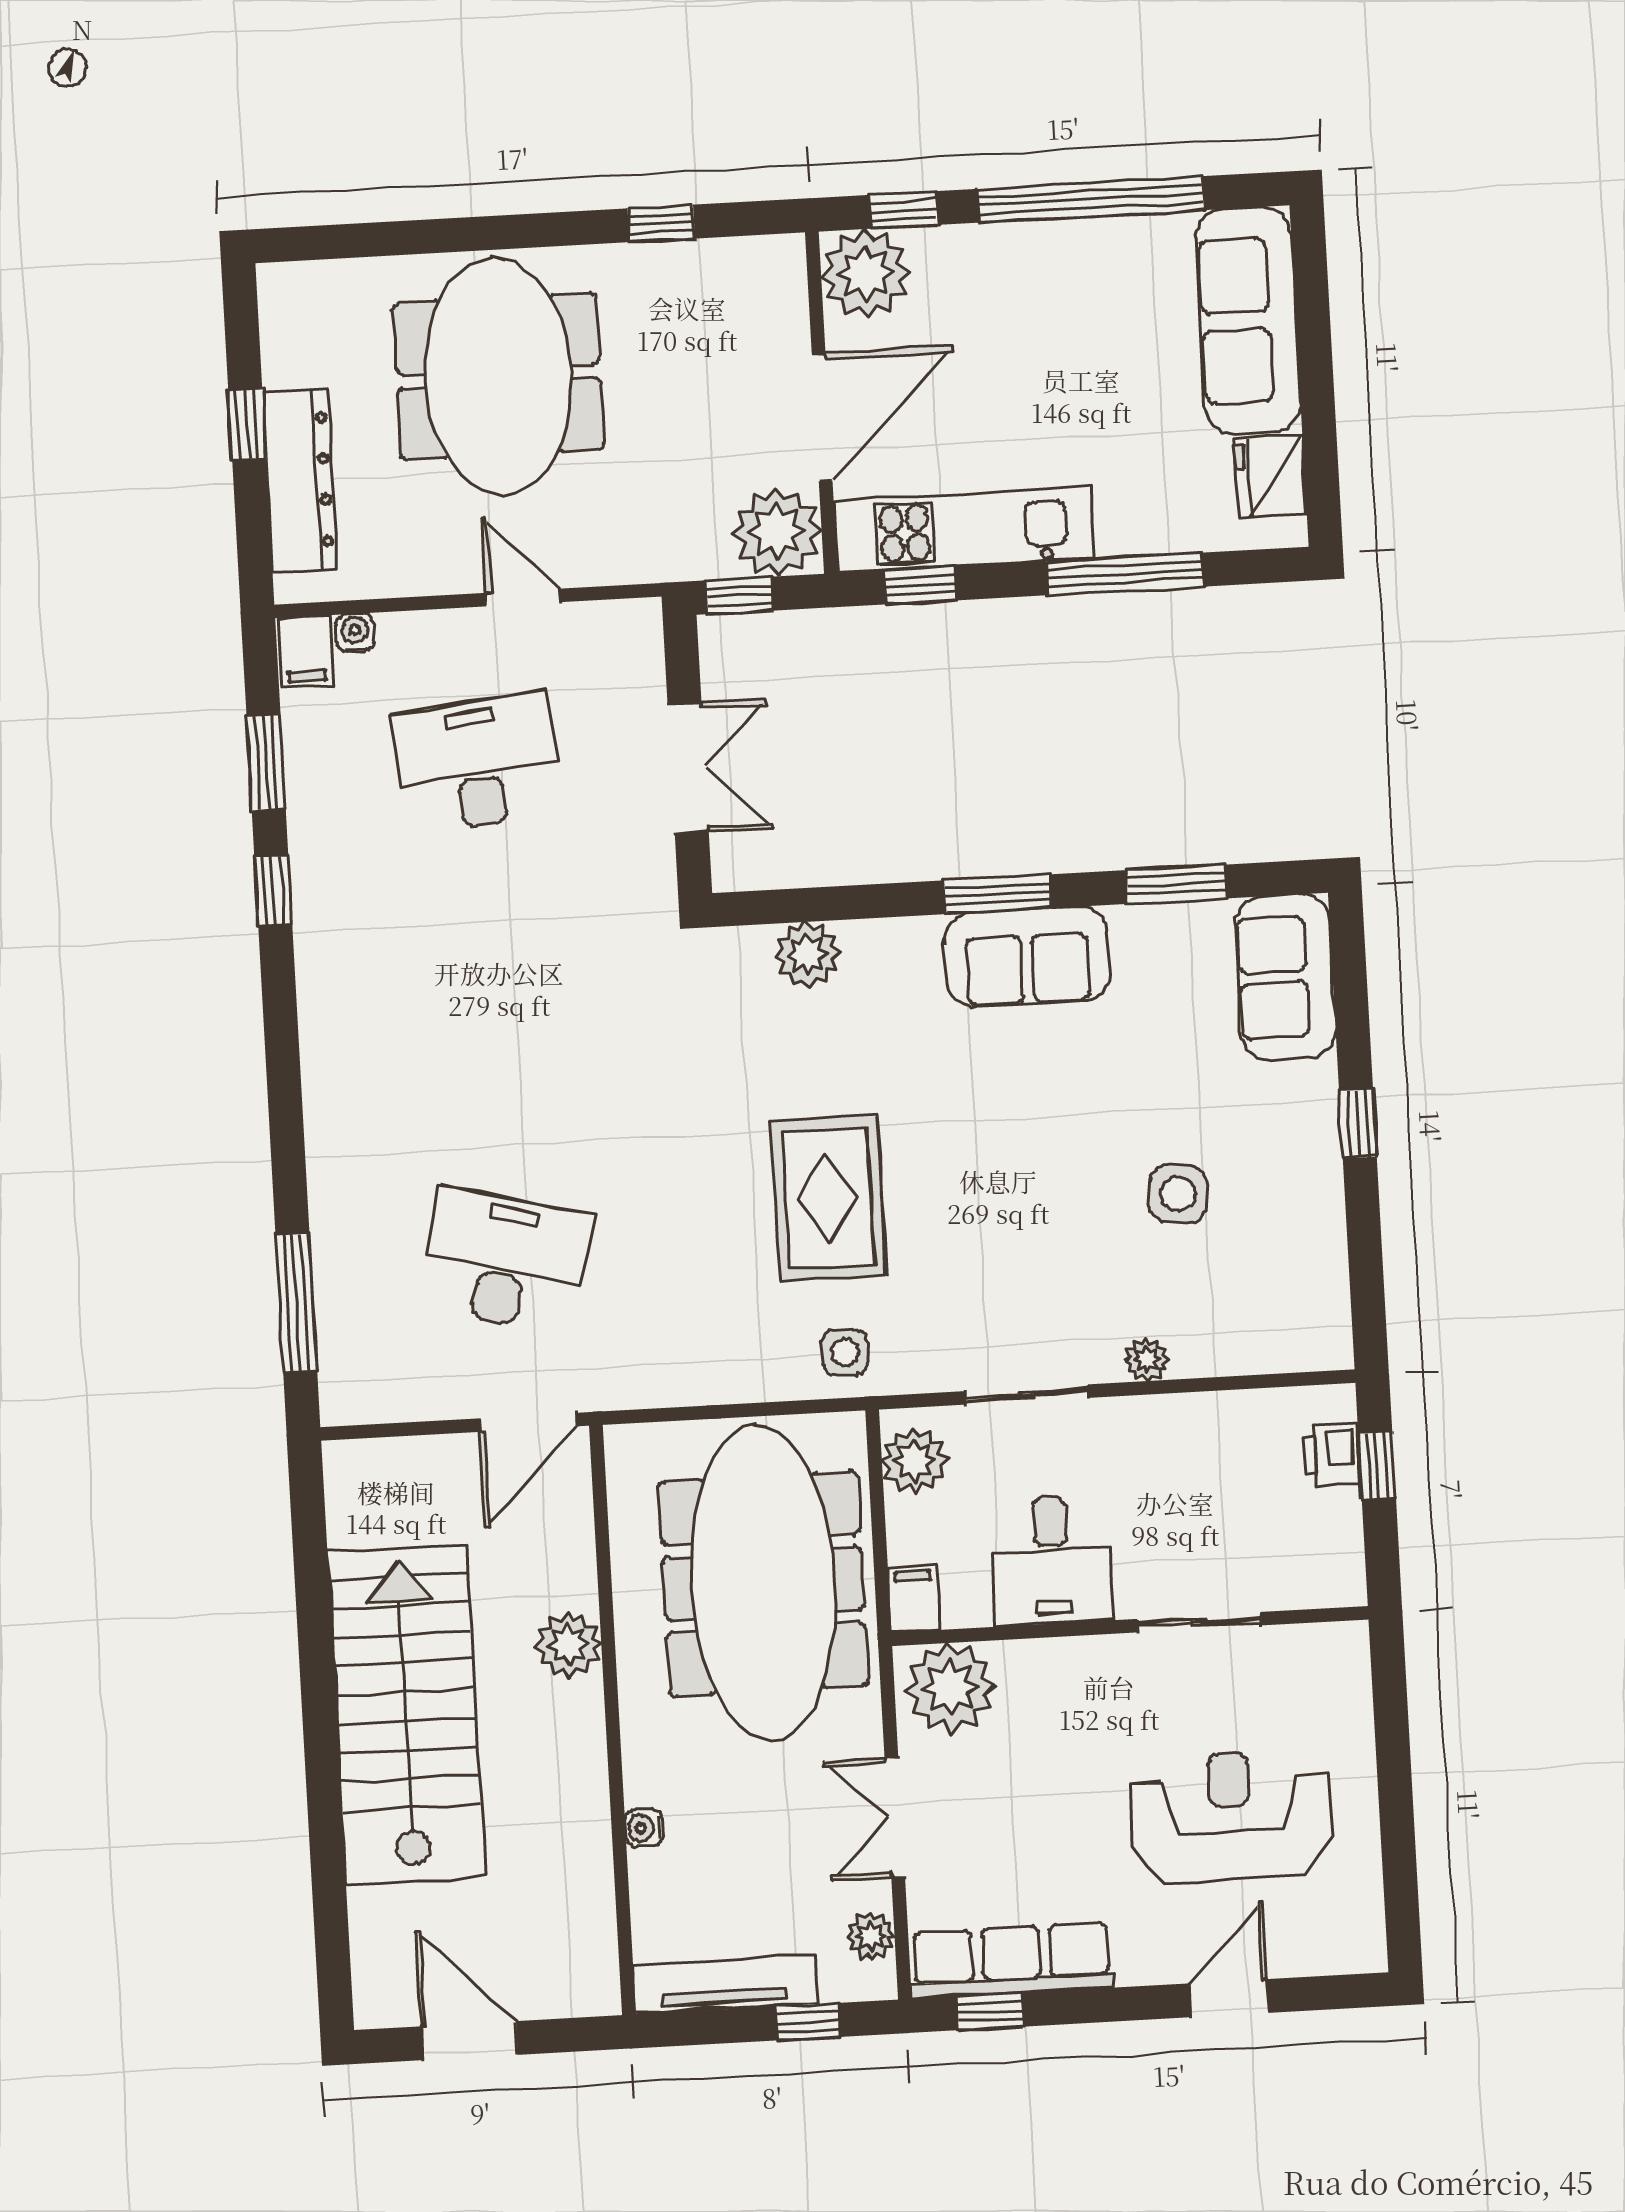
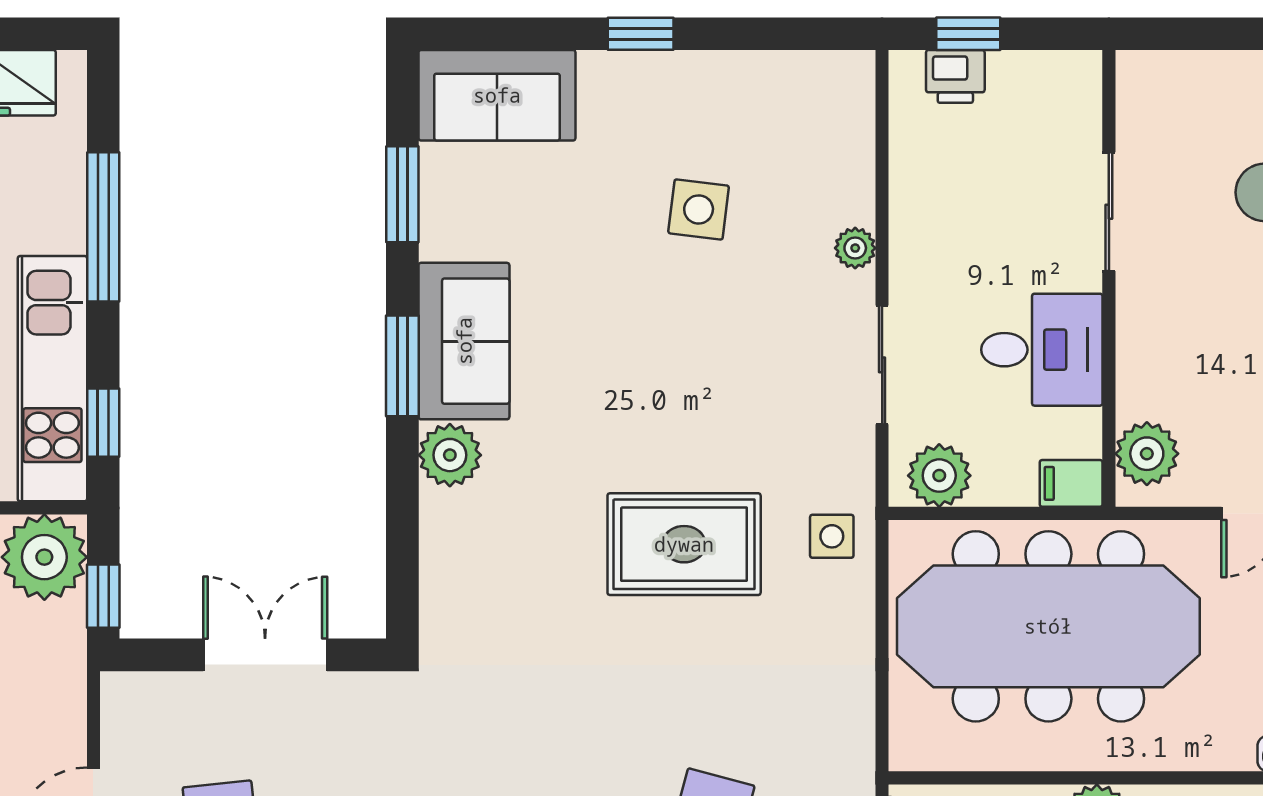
plant: (807, 954) -> (450, 455), moved
plant: (950, 1688) -> (1147, 454), width x0.73, depth x0.73

